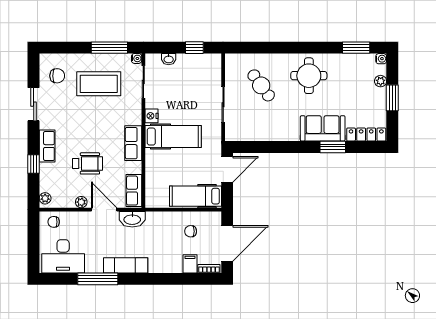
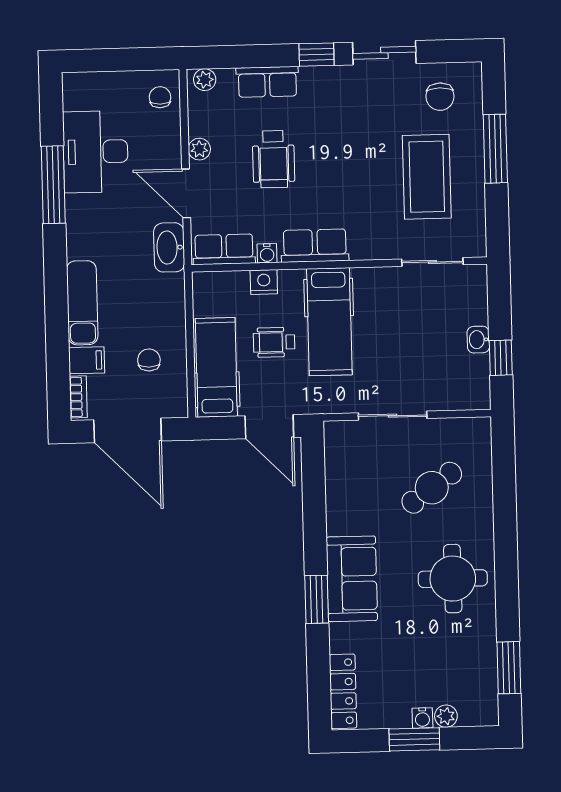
window: (109, 48) -> (495, 149), moved
water cooler: (137, 58) -> (267, 253), moved
washbasin: (169, 59) -> (478, 340), moved
water cooler: (381, 59) -> (422, 718), moved
nightstand: (151, 116) -> (264, 282), moved
sofa: (323, 128) -> (352, 579), moved
row of seats: (47, 146) -> (267, 82), moved
window: (333, 147) -> (317, 599), moved
window: (34, 164) -> (317, 55), moved
wheelchair: (183, 166) -> (274, 342), added
door: (104, 210) -> (186, 193), swing flipped
desk: (63, 256) -> (95, 152), moved
exam couch: (126, 265) -> (82, 303), moved

